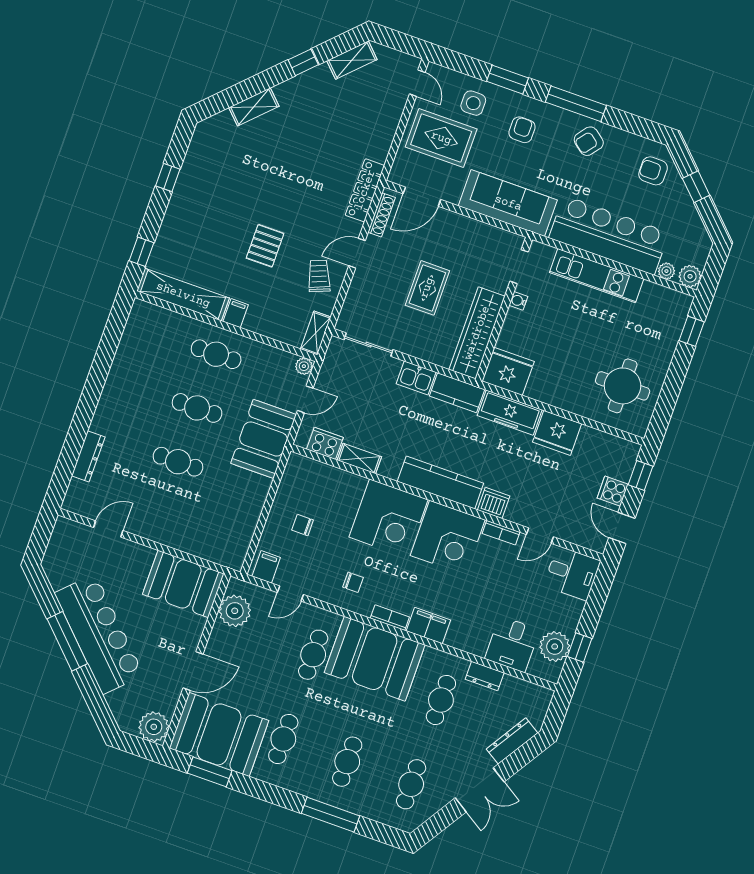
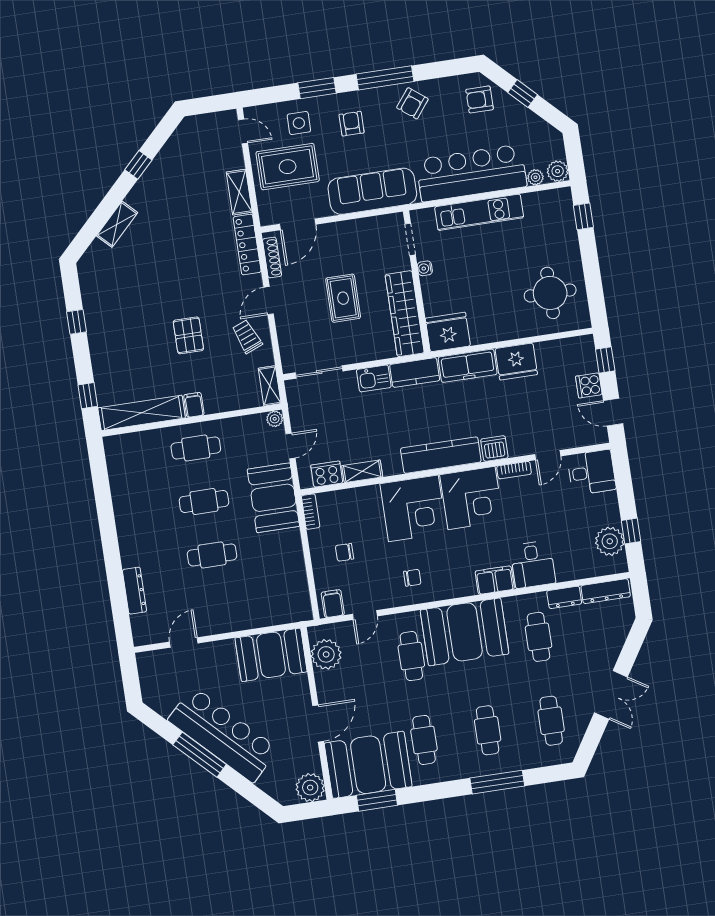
shelving: (352, 60) -> (239, 192), moved, turned -45
bookcase: (390, 618) -> (311, 512), moved, turned 90
desk: (512, 644) -> (533, 564), moved
dresser: (512, 741) -> (606, 591), moved, turned -122

